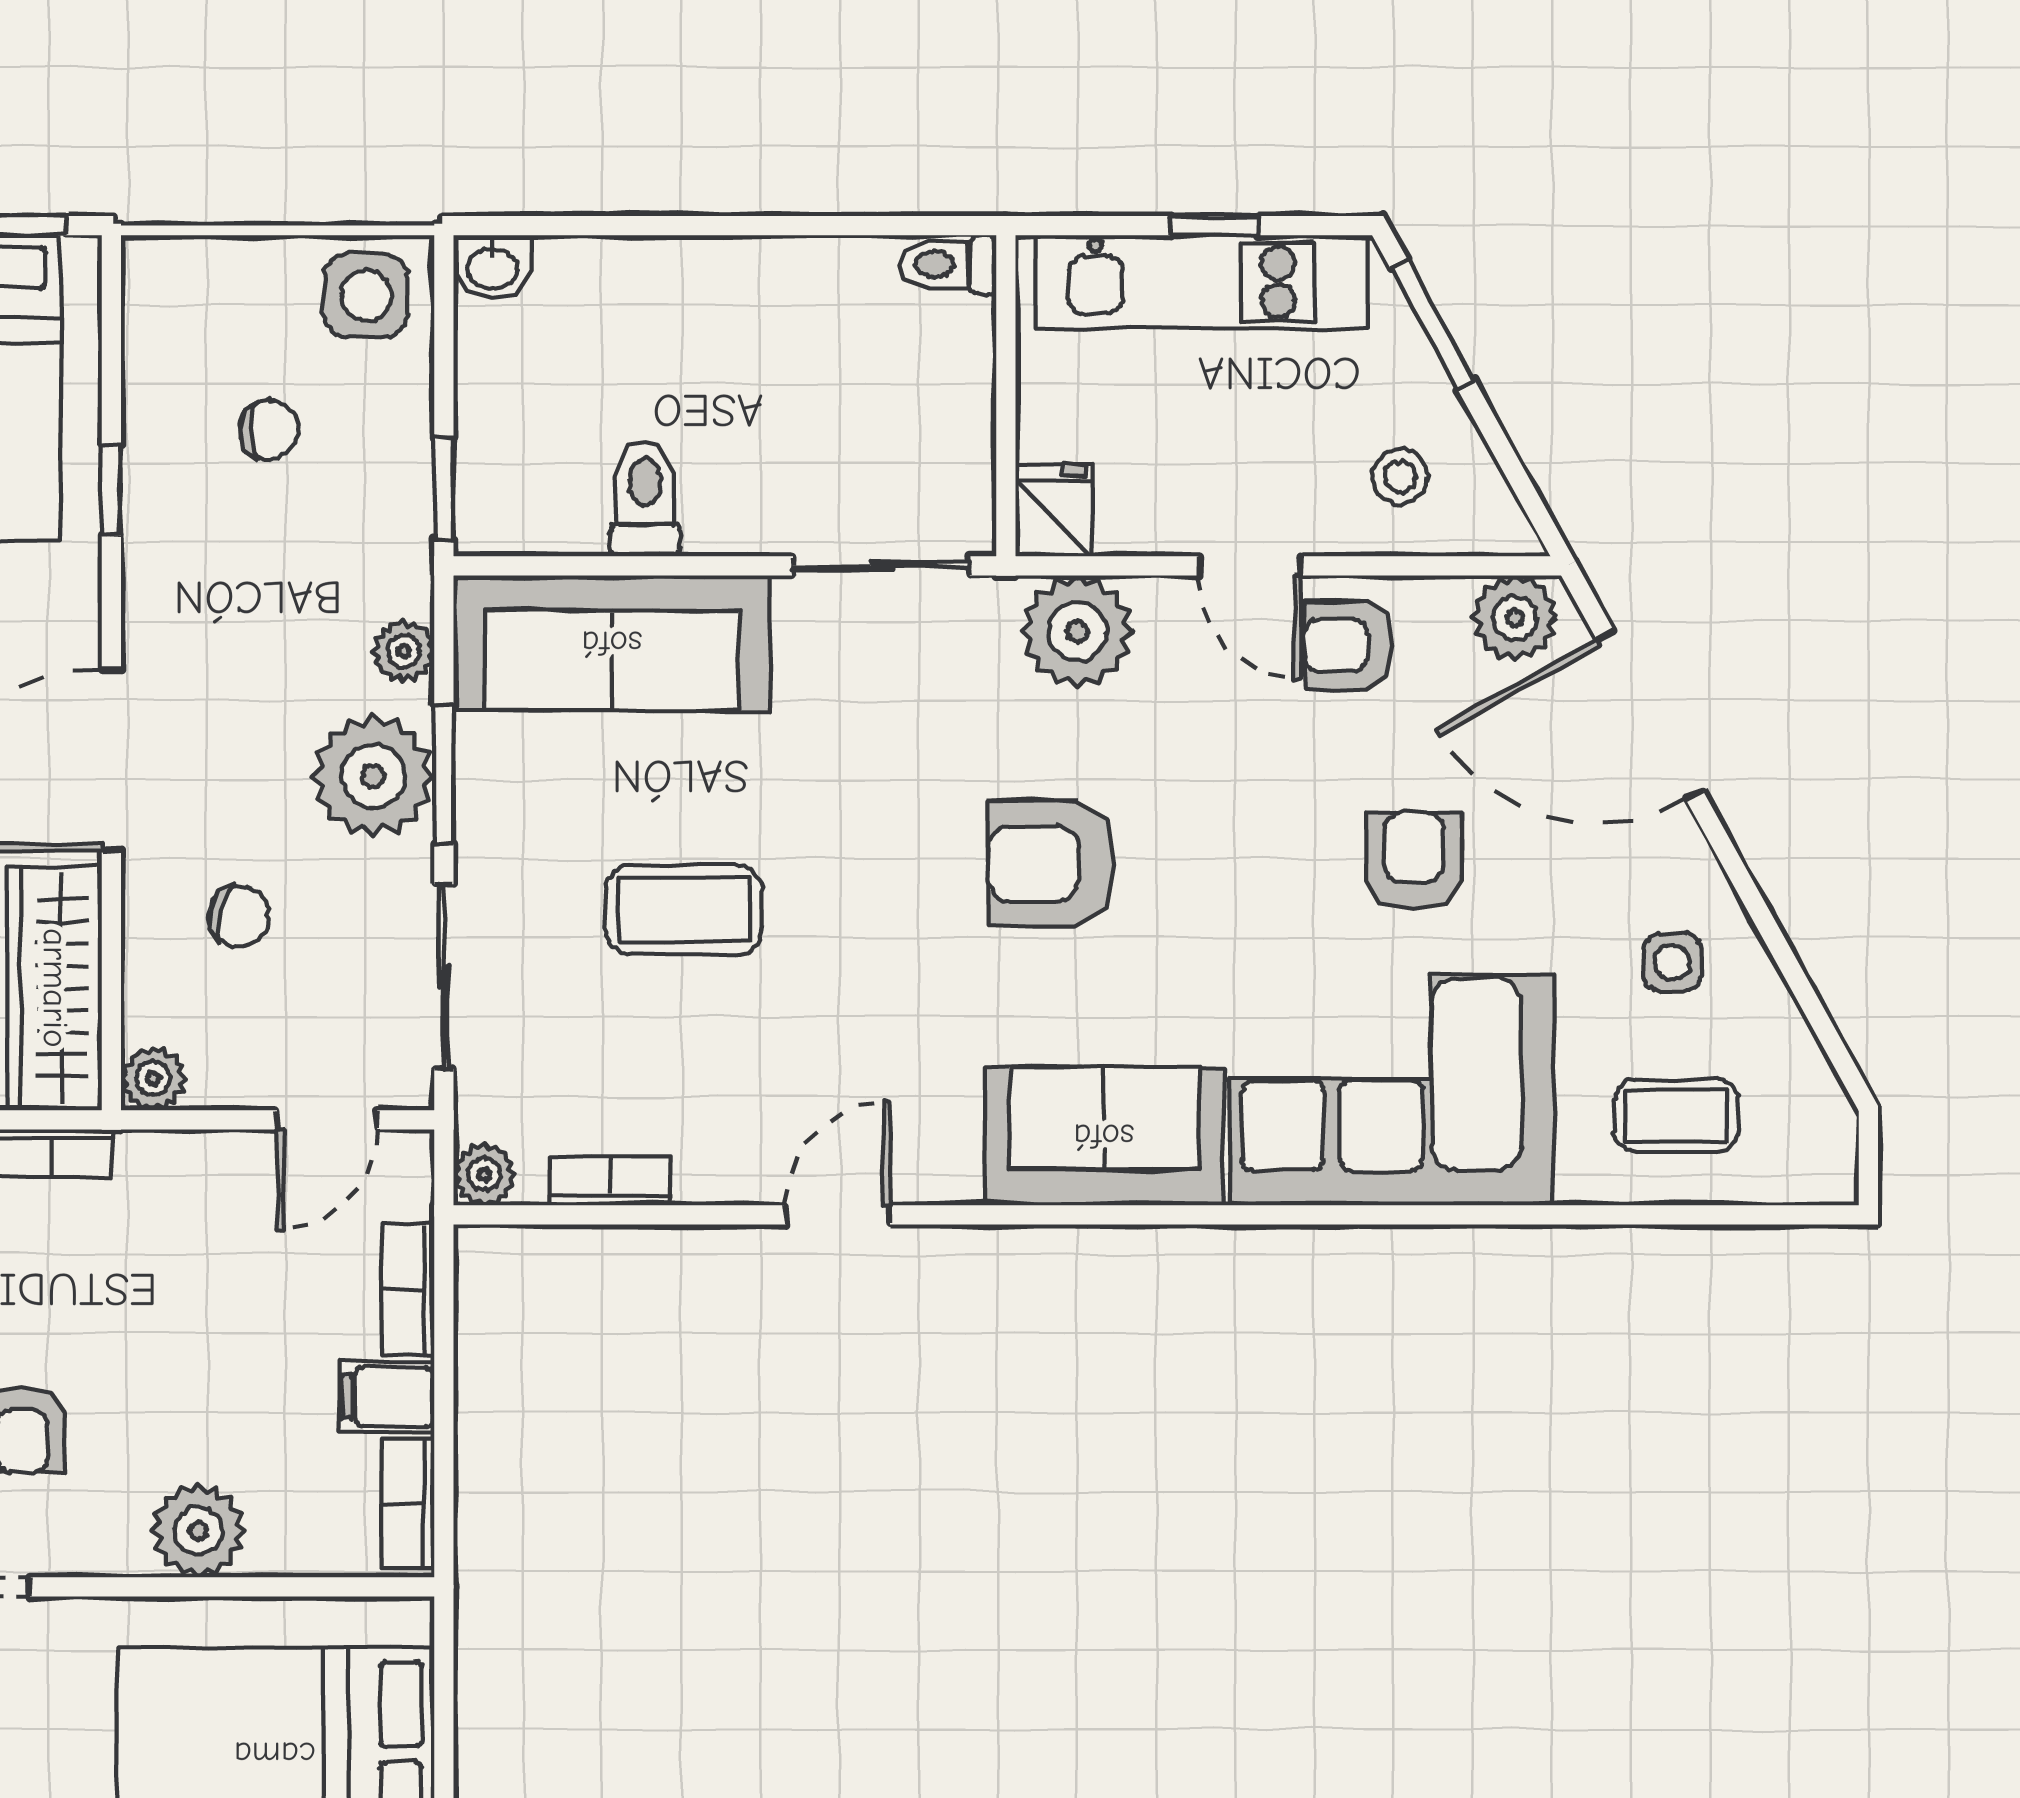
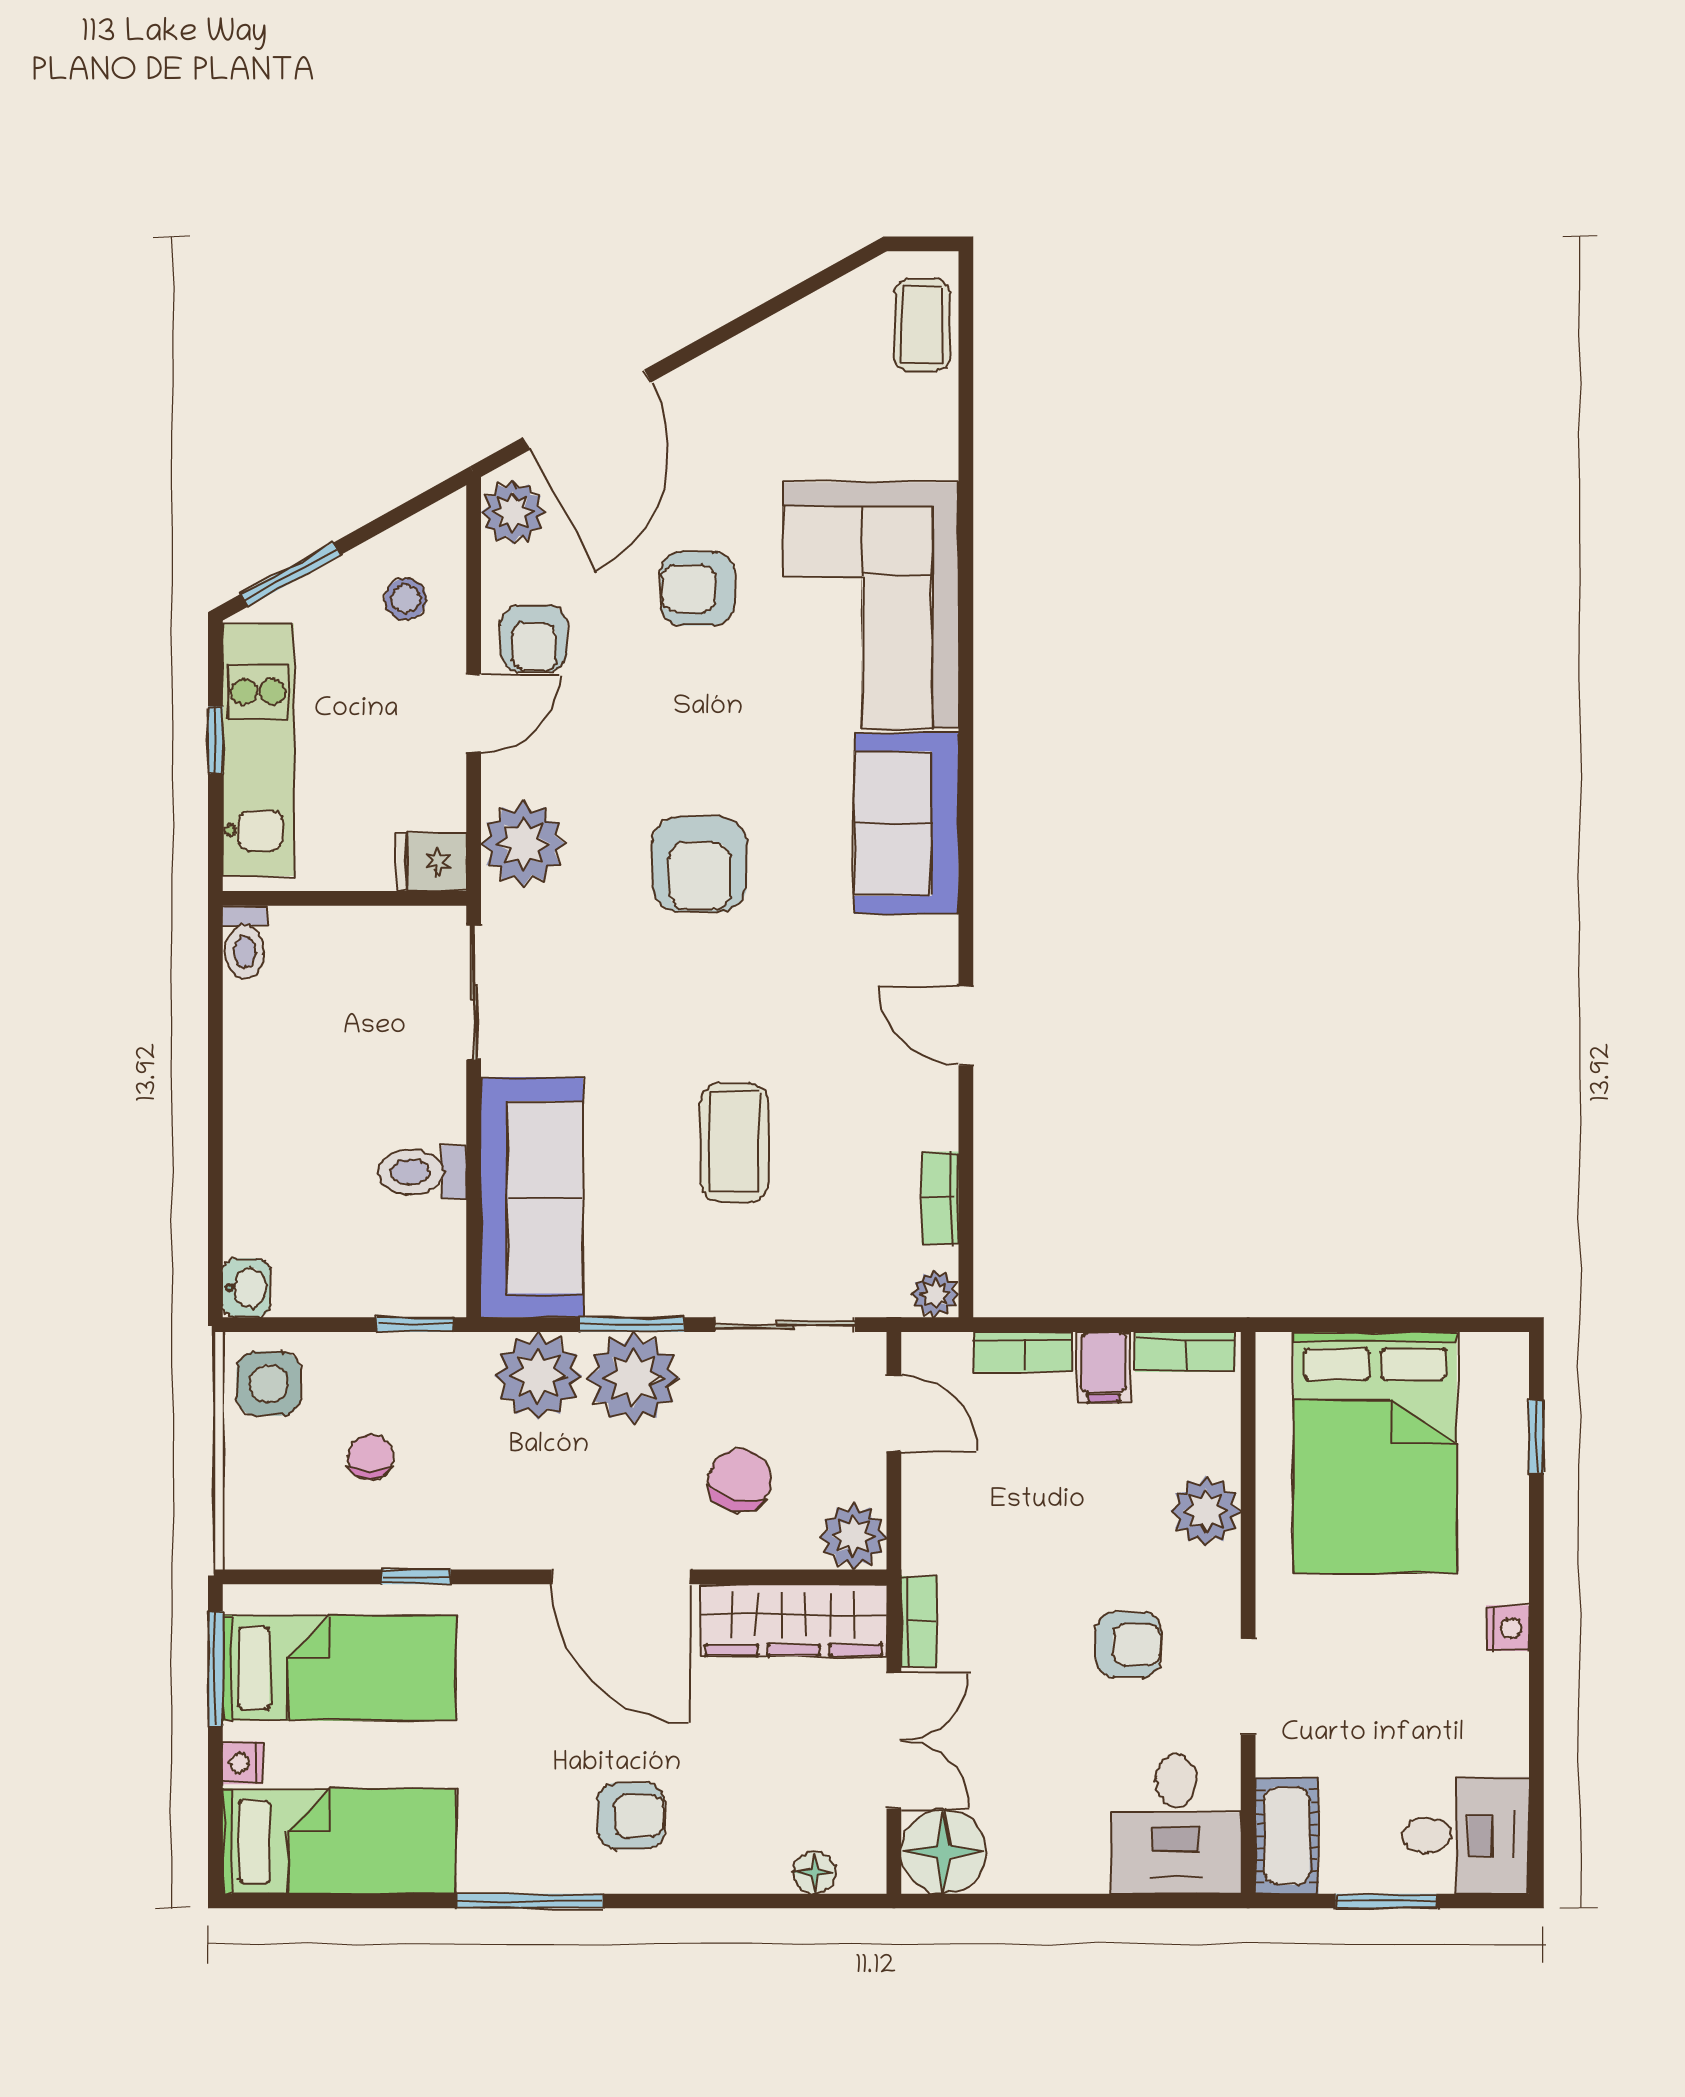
plant: (403, 651) -> (538, 1376), width x1.88, depth x1.88
chair: (239, 917) -> (740, 1480), width x1.37, depth x1.37
side table: (1672, 962) -> (774, 393), removed
plant: (153, 1078) -> (853, 1536), width x1.38, depth x1.38
coffee table: (1676, 1116) -> (922, 325), moved

